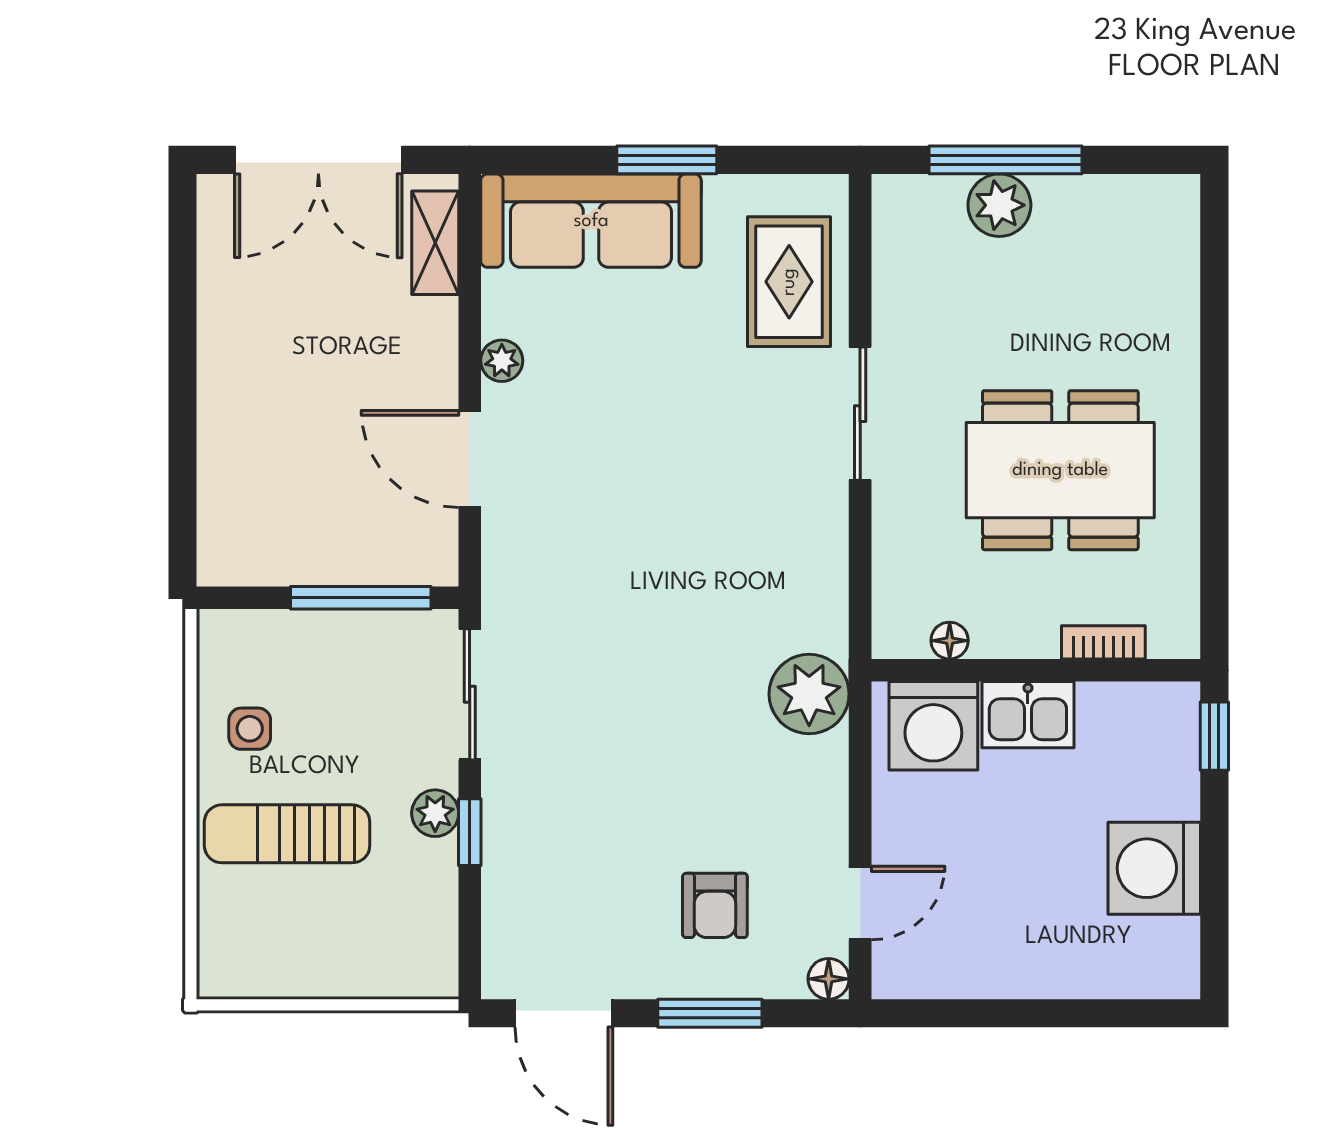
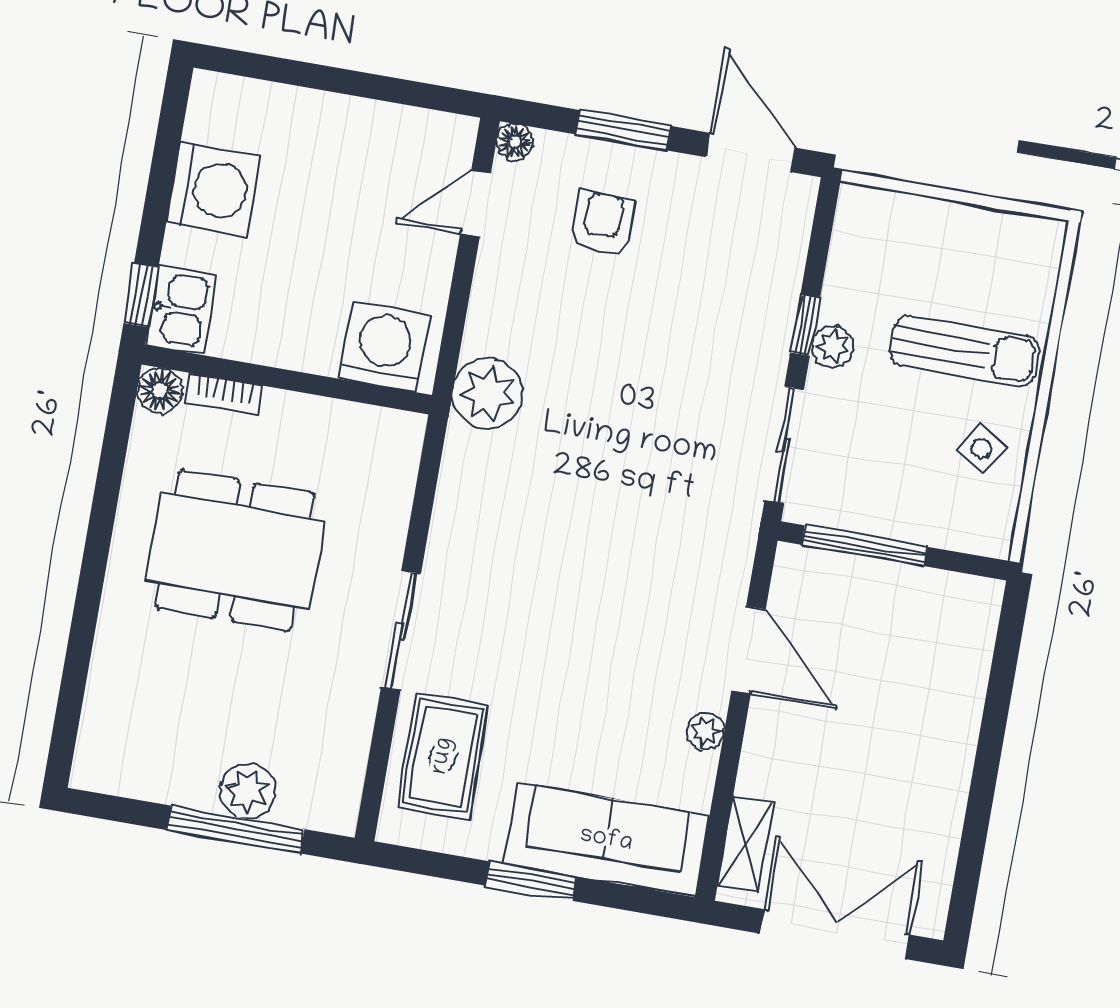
floor lamp: (950, 641) -> (160, 390), moved, width x1.37, depth x1.37
kitchen sink: (1028, 715) -> (181, 310), moved, turned 90
side table: (250, 729) -> (981, 448), turned 33

